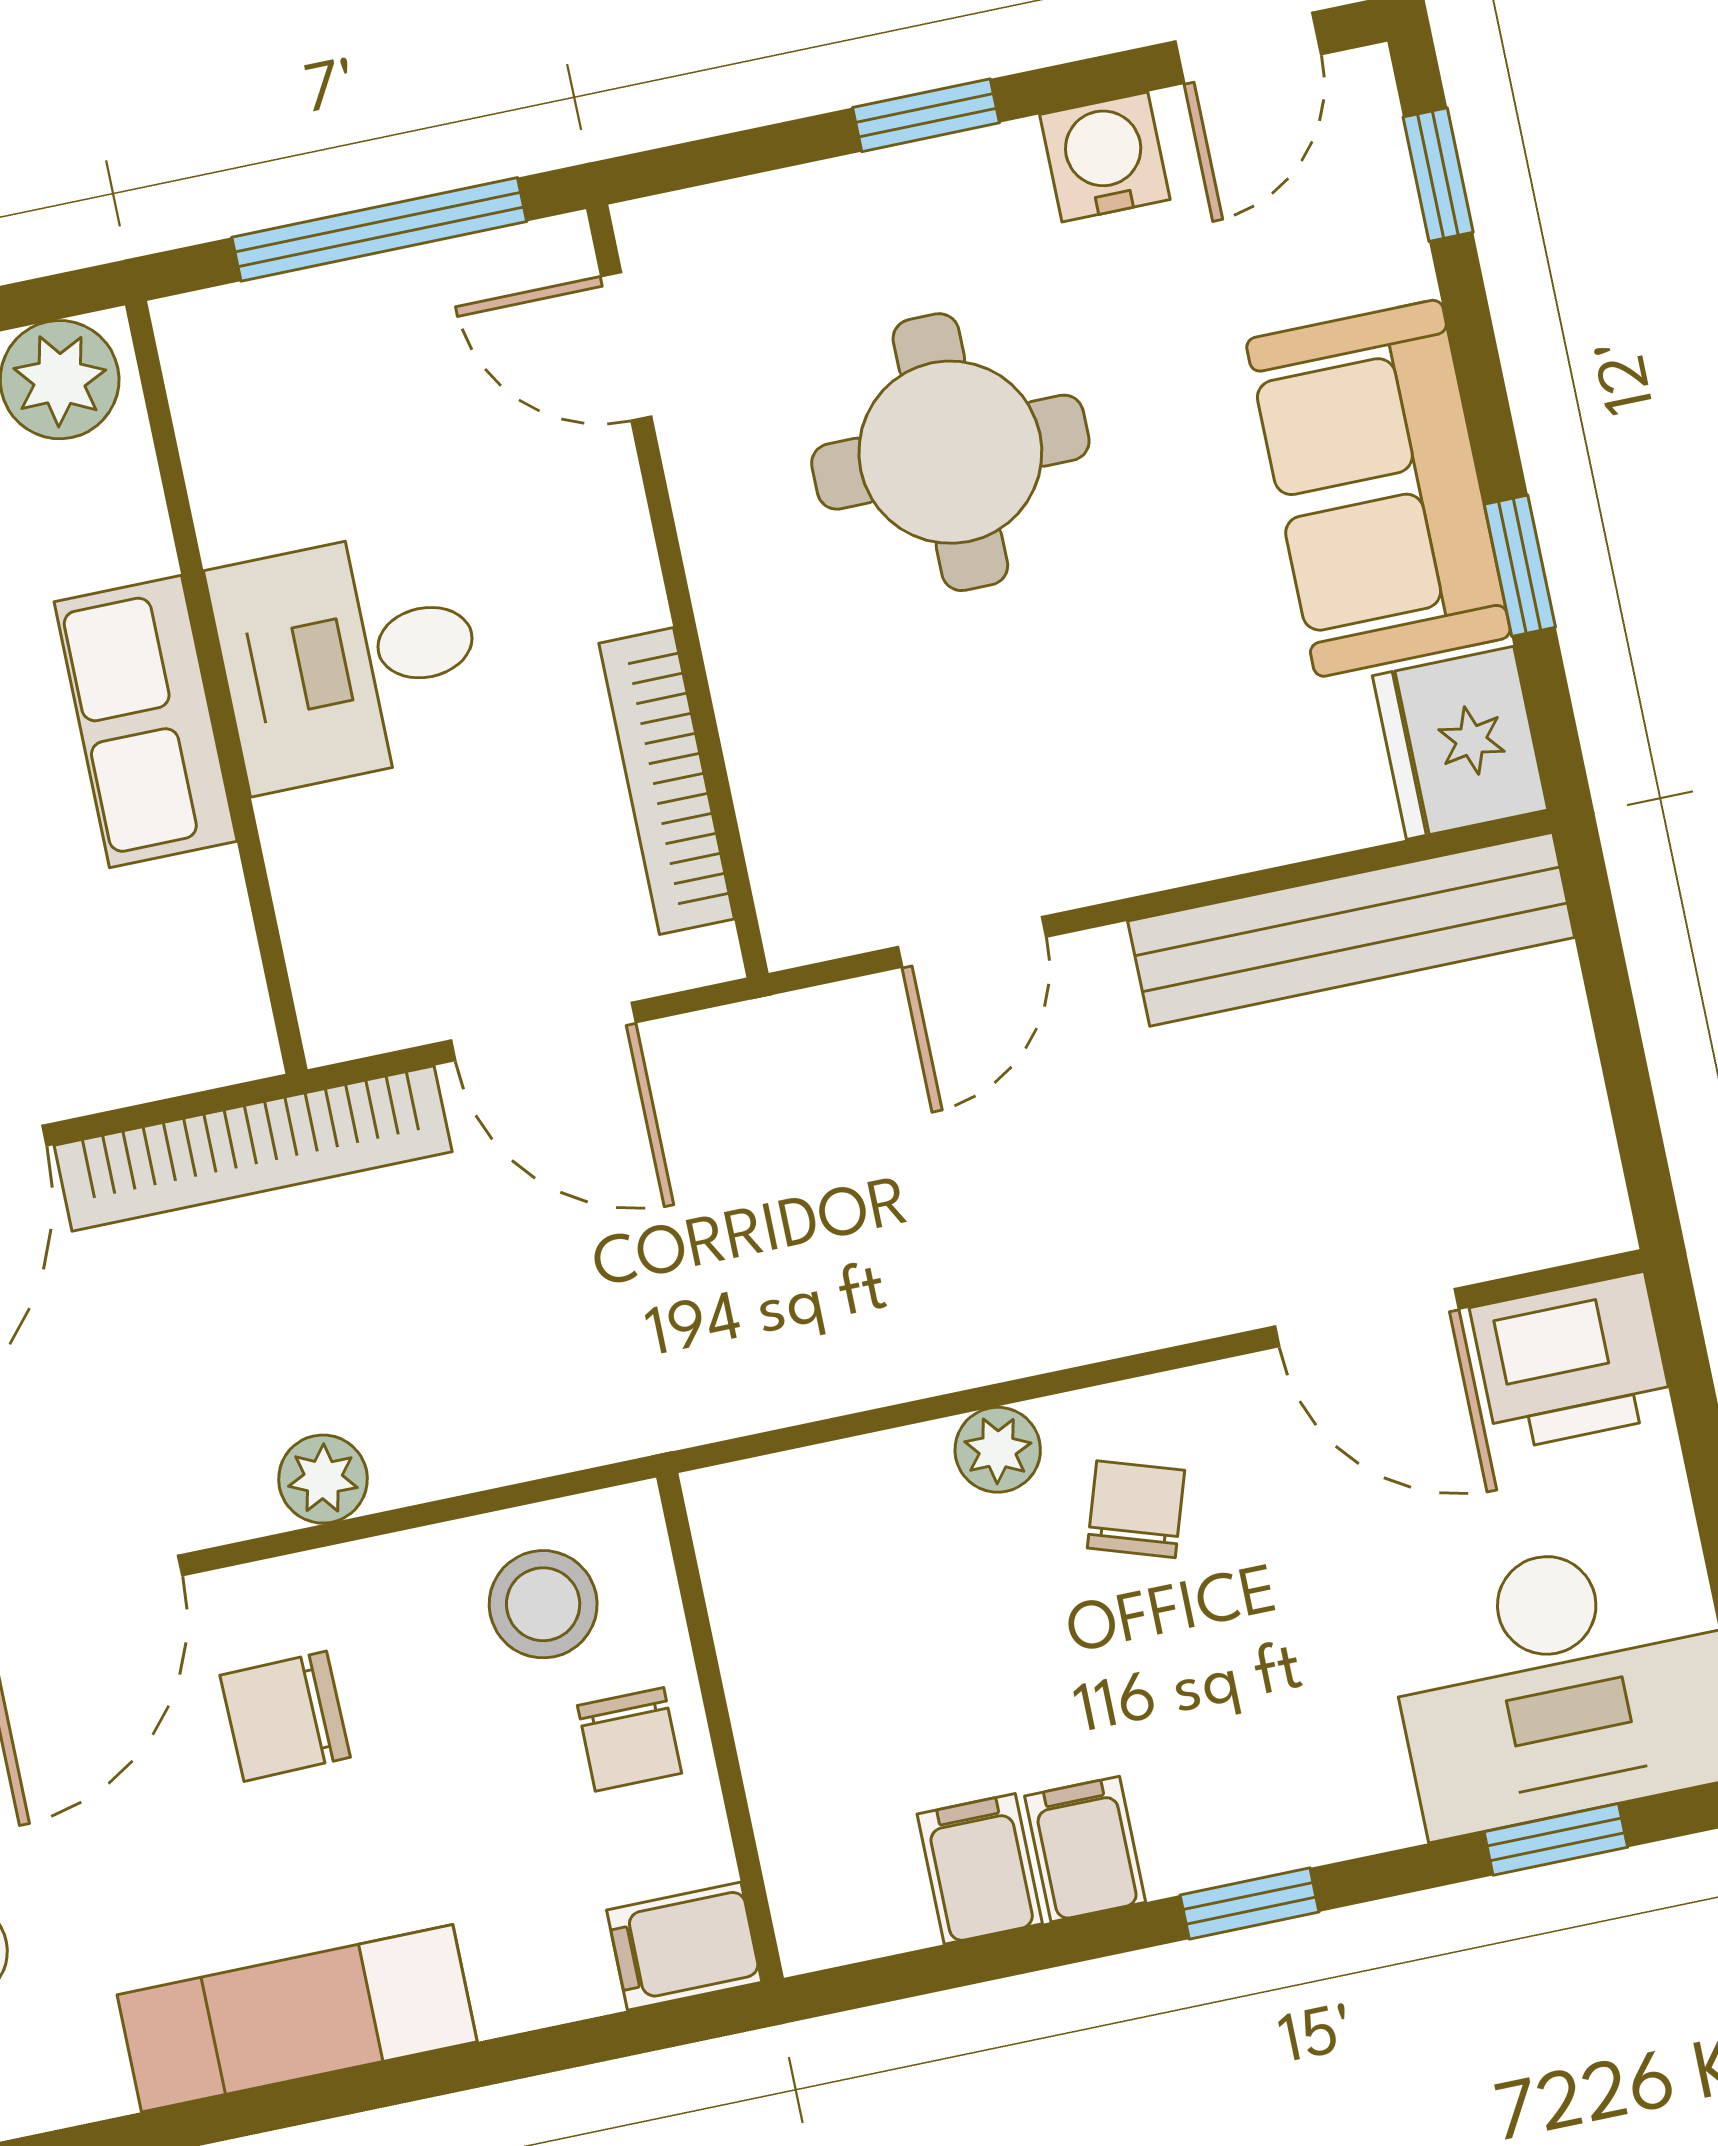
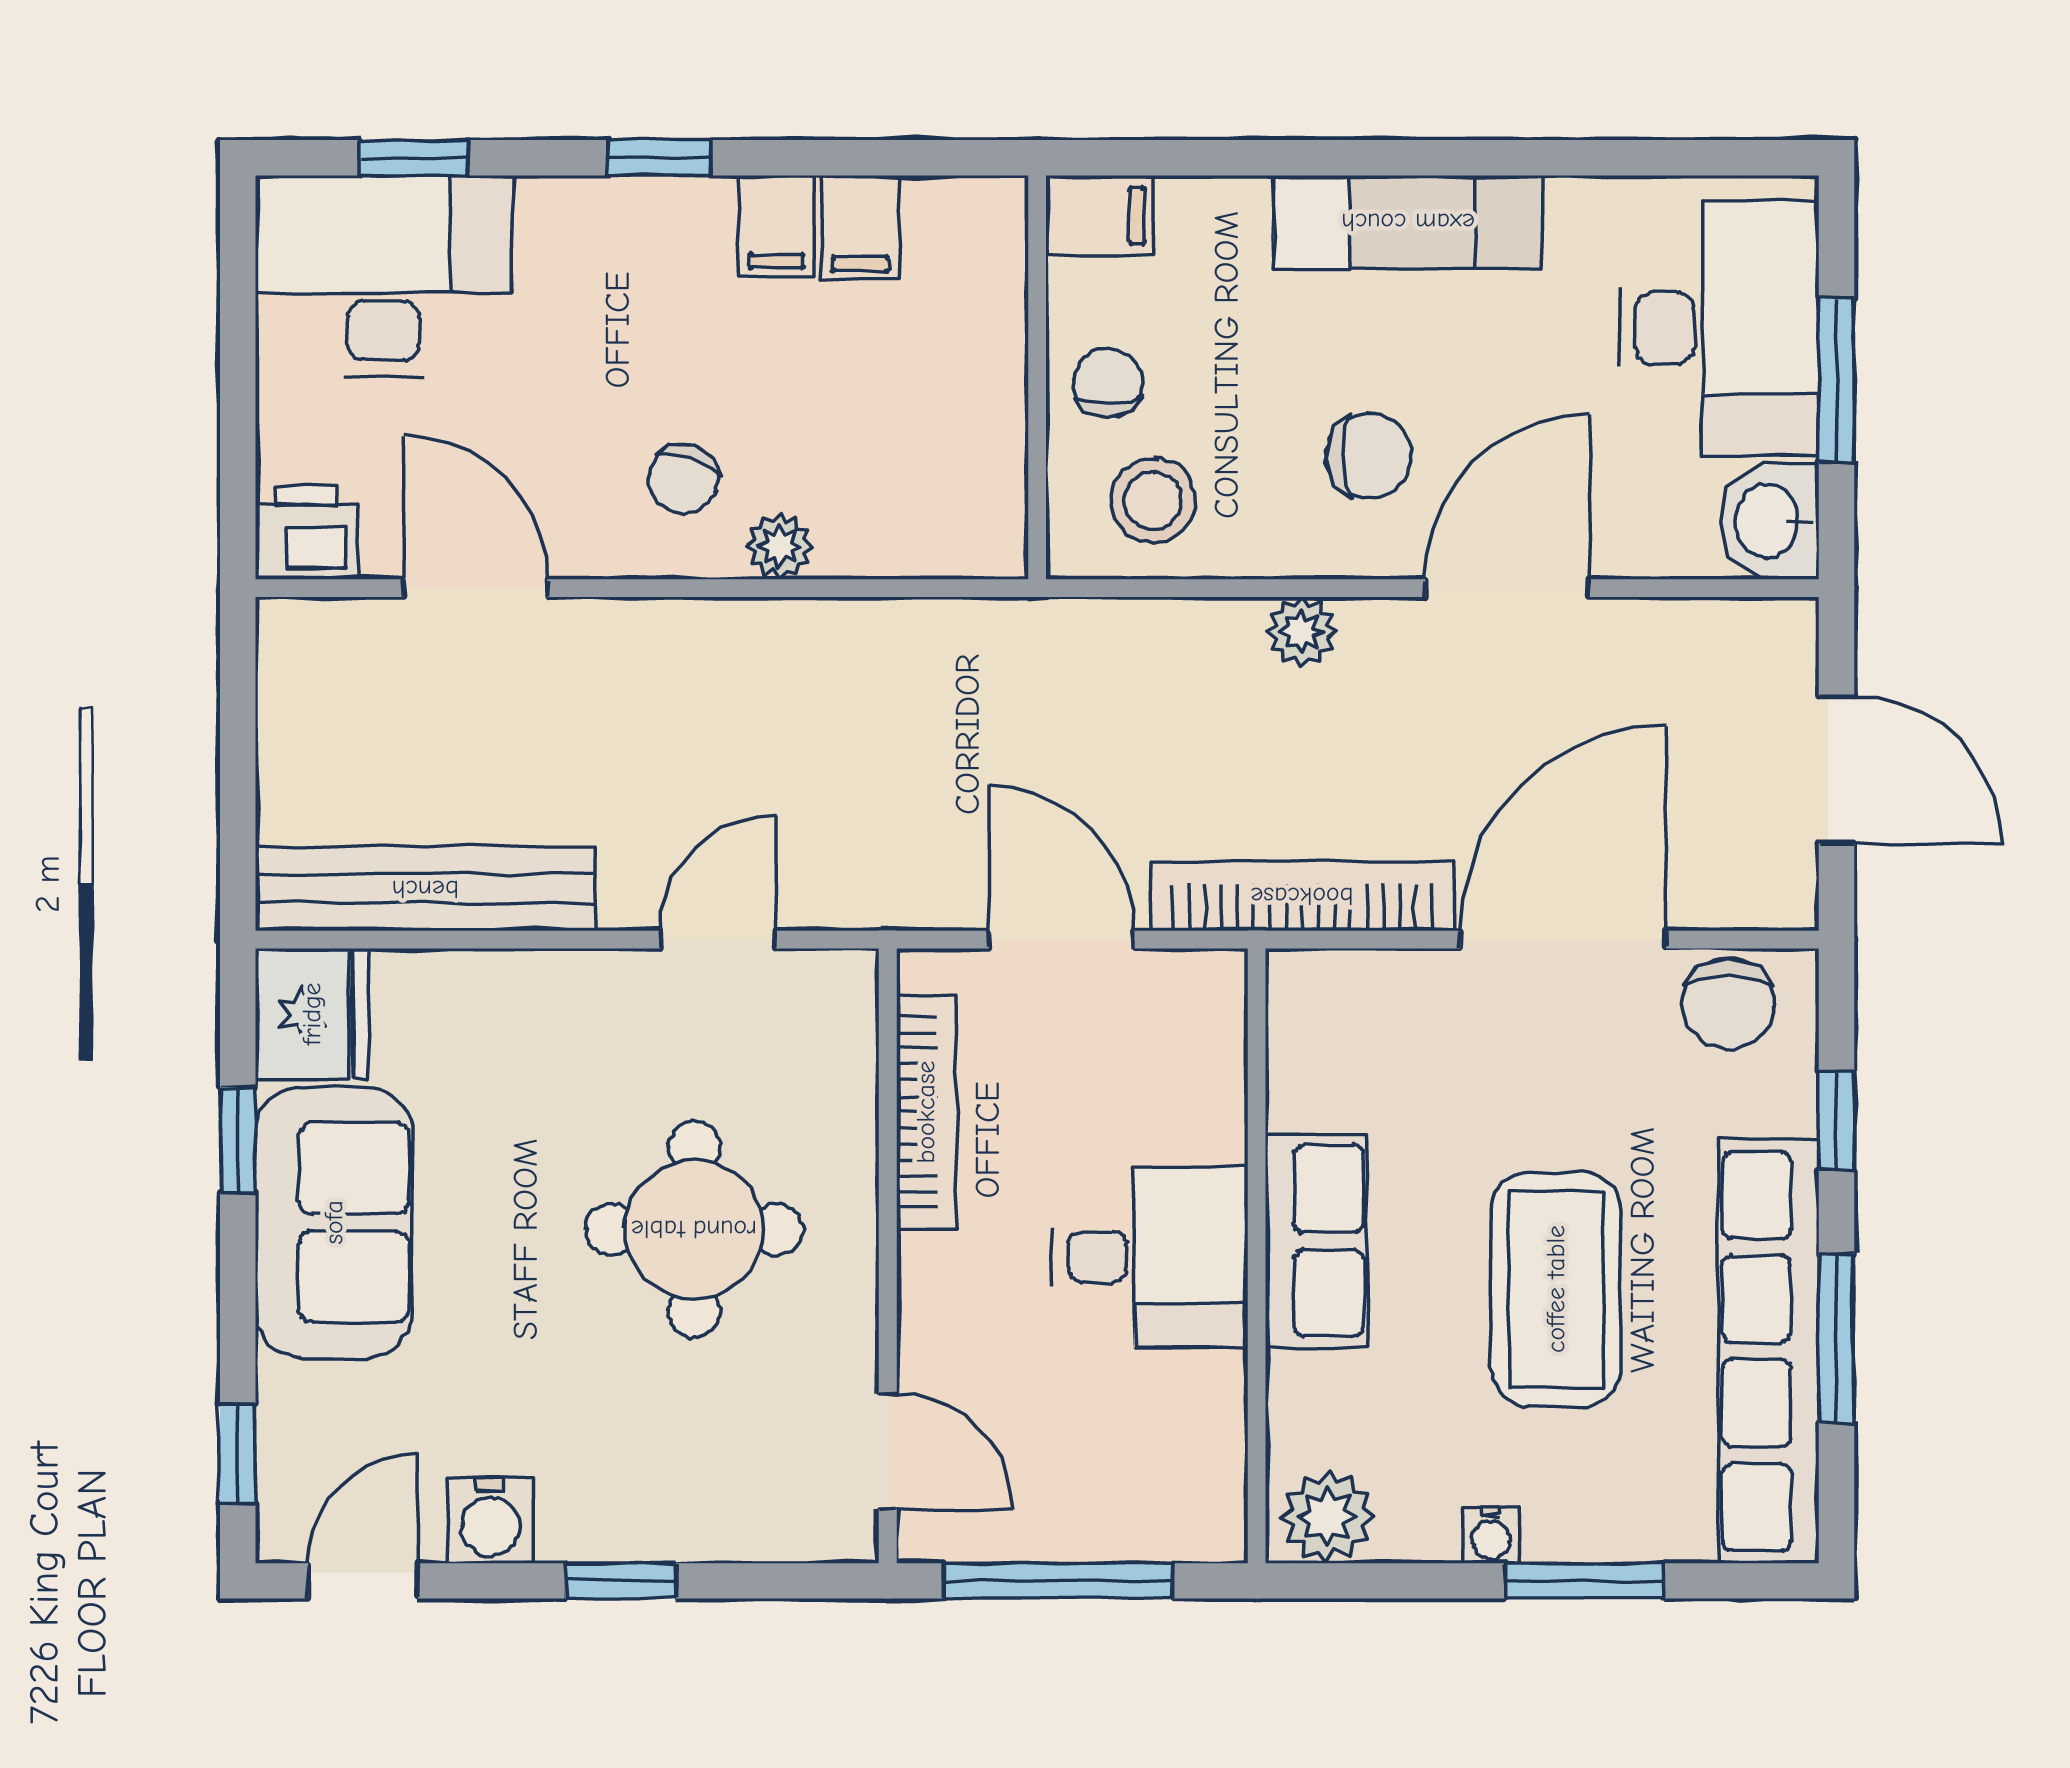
round table: (950, 452) -> (694, 1229), moved
printer: (1572, 1362) -> (307, 533), width x0.73, depth x0.81

